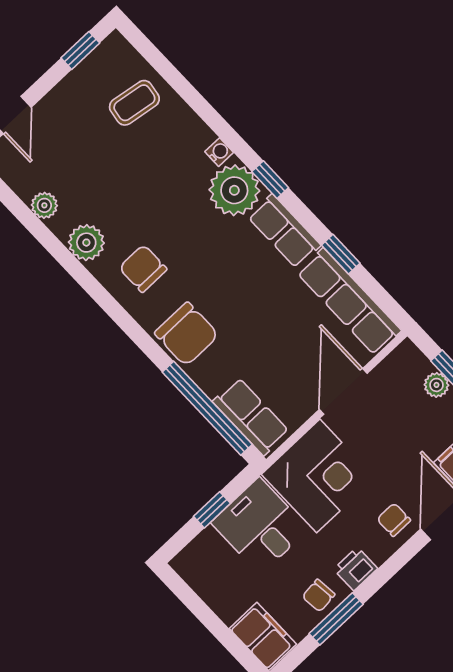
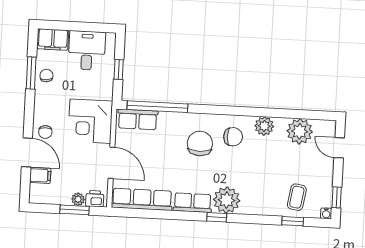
water cooler: (219, 152) -> (326, 213), moved
plant: (44, 205) -> (300, 131), width x1.87, depth x1.87
window: (341, 254) -> (293, 221), moved
chair: (187, 334) -> (200, 143), moved, turned 90
chair: (394, 520) -> (45, 132), turned 90
desk: (260, 526) -> (87, 50), moved, turned -90
printer: (355, 569) -> (95, 199), moved, turned -90

